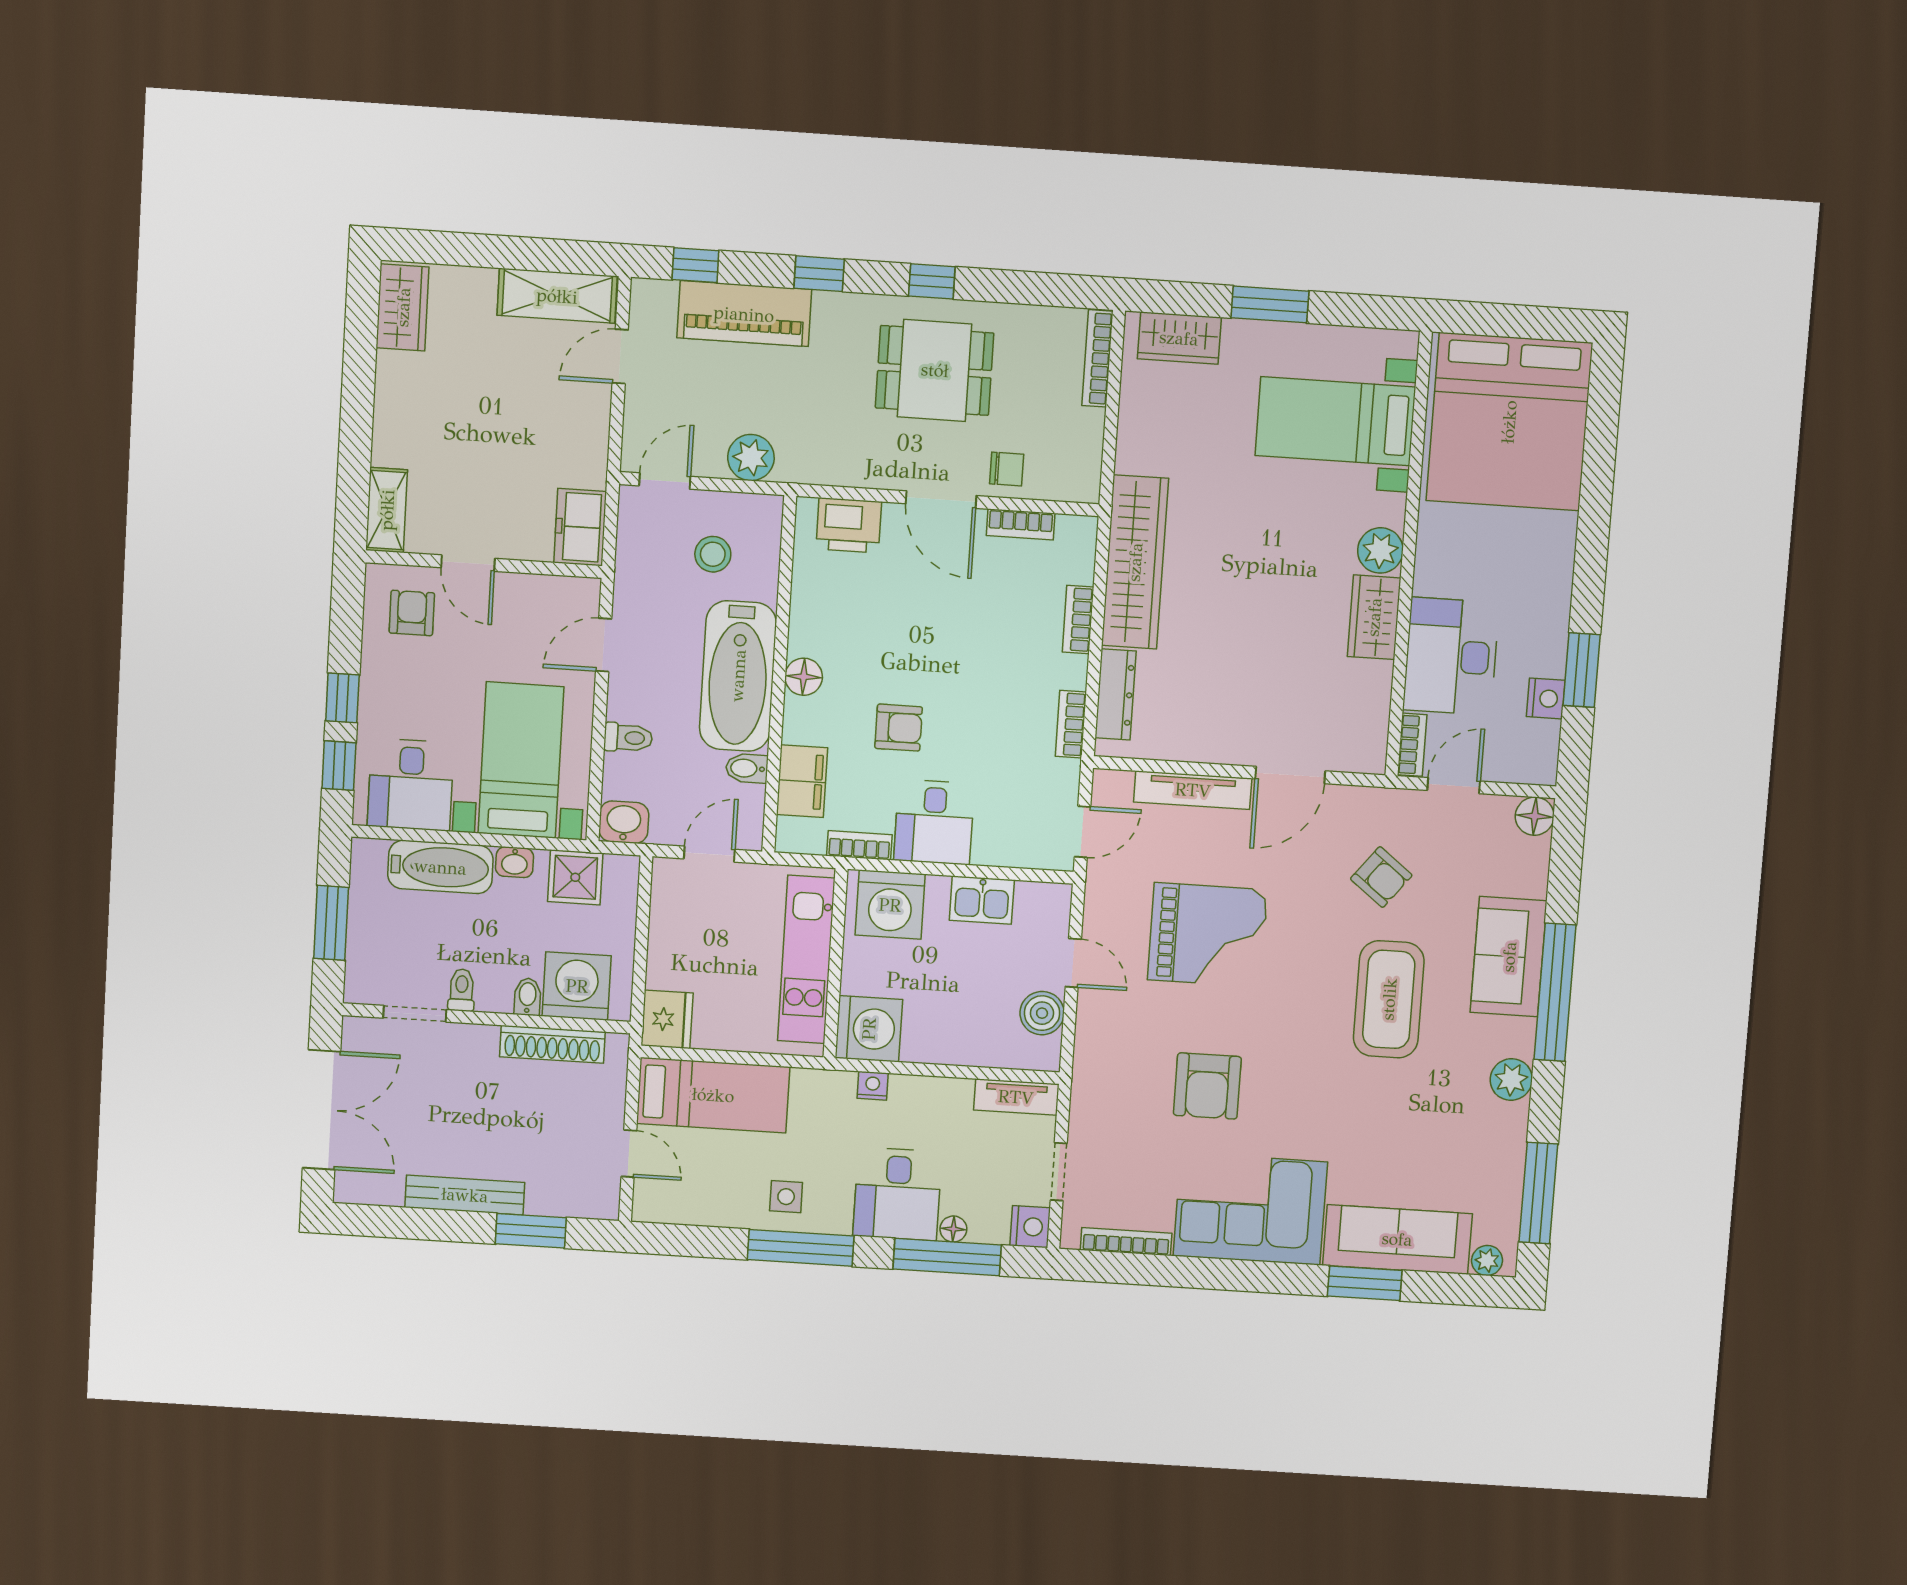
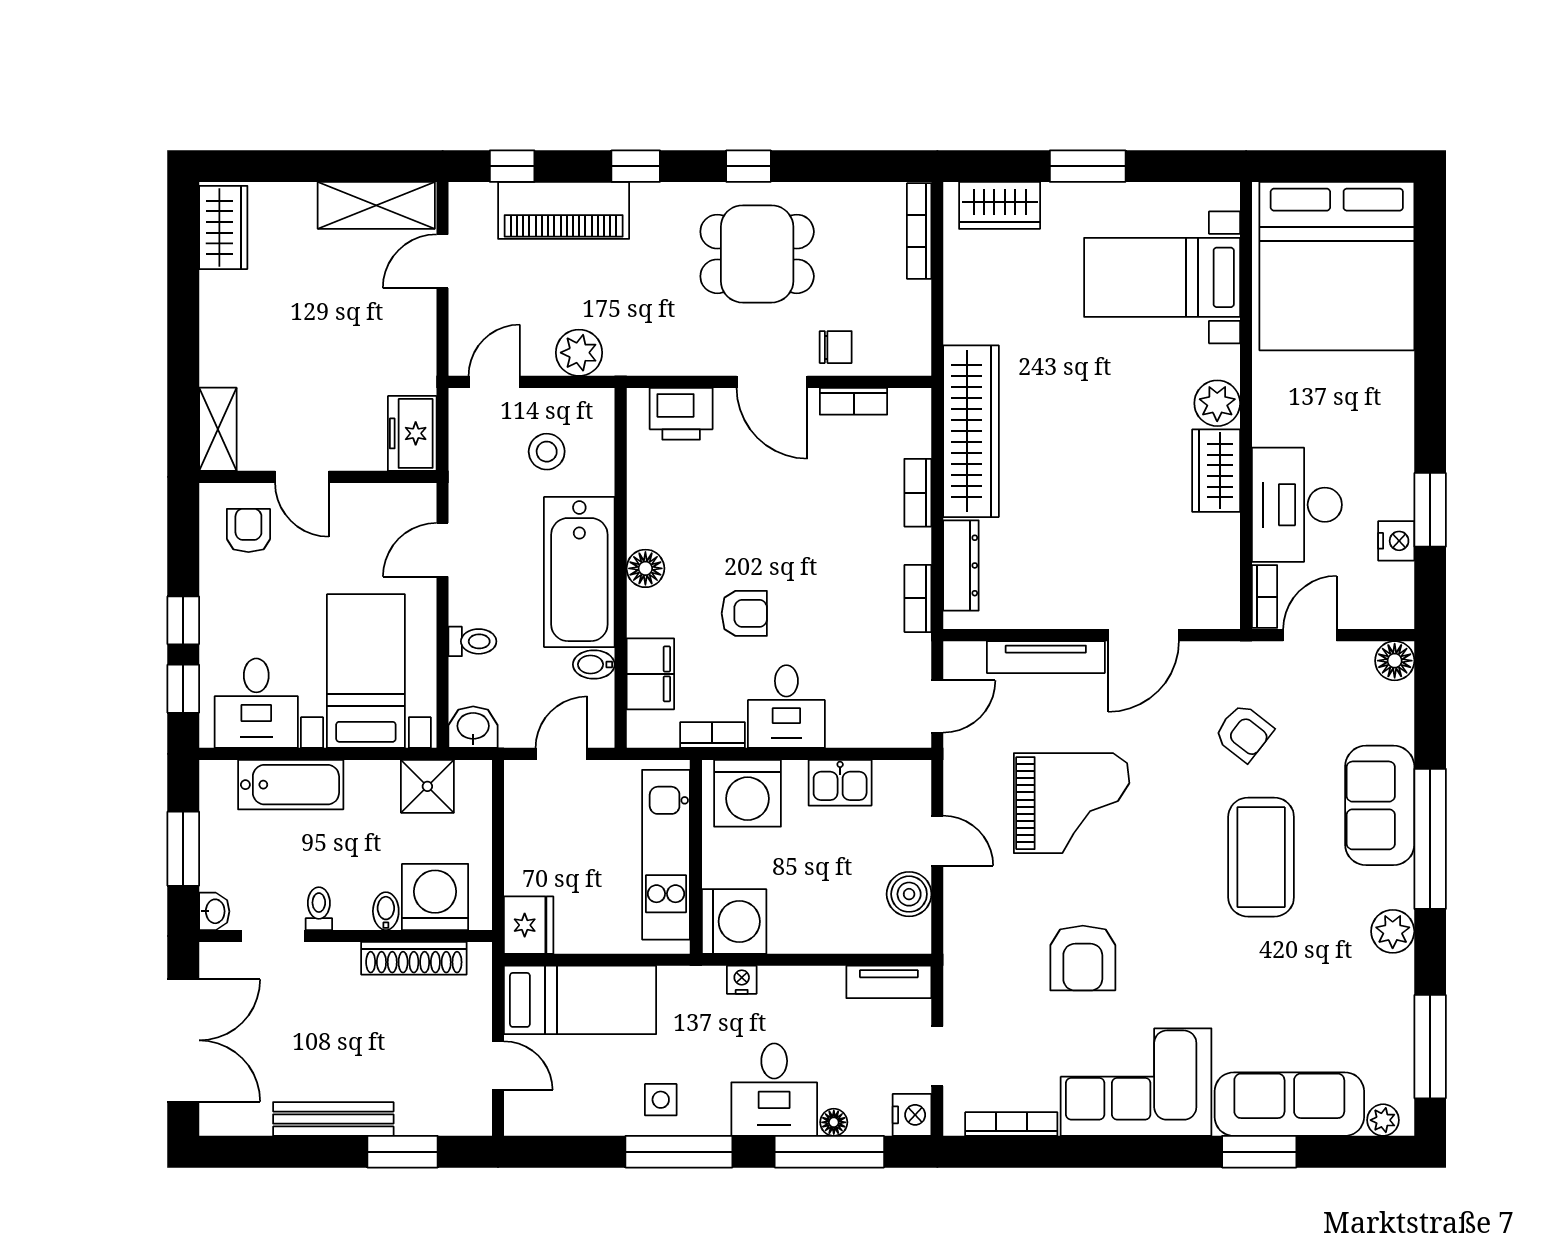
washbasin: (515, 862) -> (214, 911), moved, turned -90

